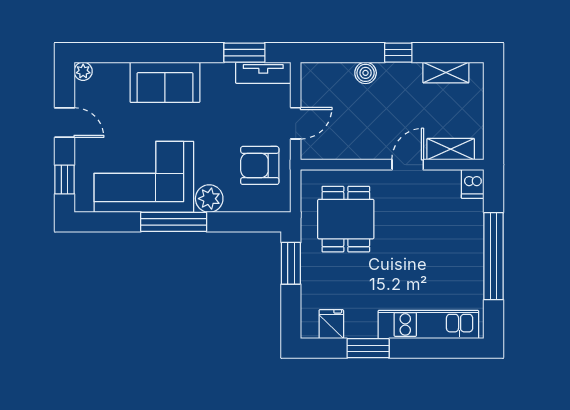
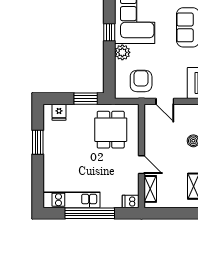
dining table: (346, 219) -> (111, 130), turned 90
window: (174, 222) -> (109, 32), width x0.46
fridge: (331, 324) -> (59, 112), moved, turned 90
kitchen unit: (428, 324) -> (72, 200), moved, turned -90

